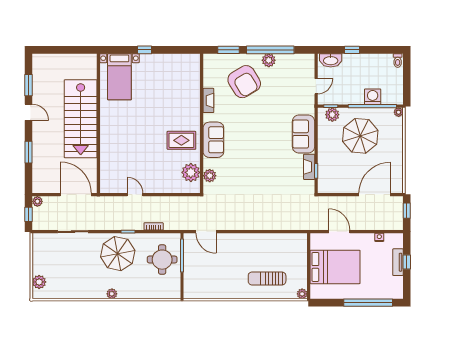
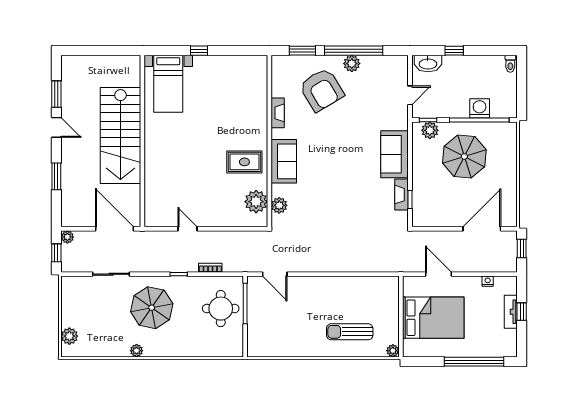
plant: (399, 112) -> (511, 127), removed
parasol: (118, 254) -> (152, 308), moved
plant: (112, 294) -> (137, 351), moved

